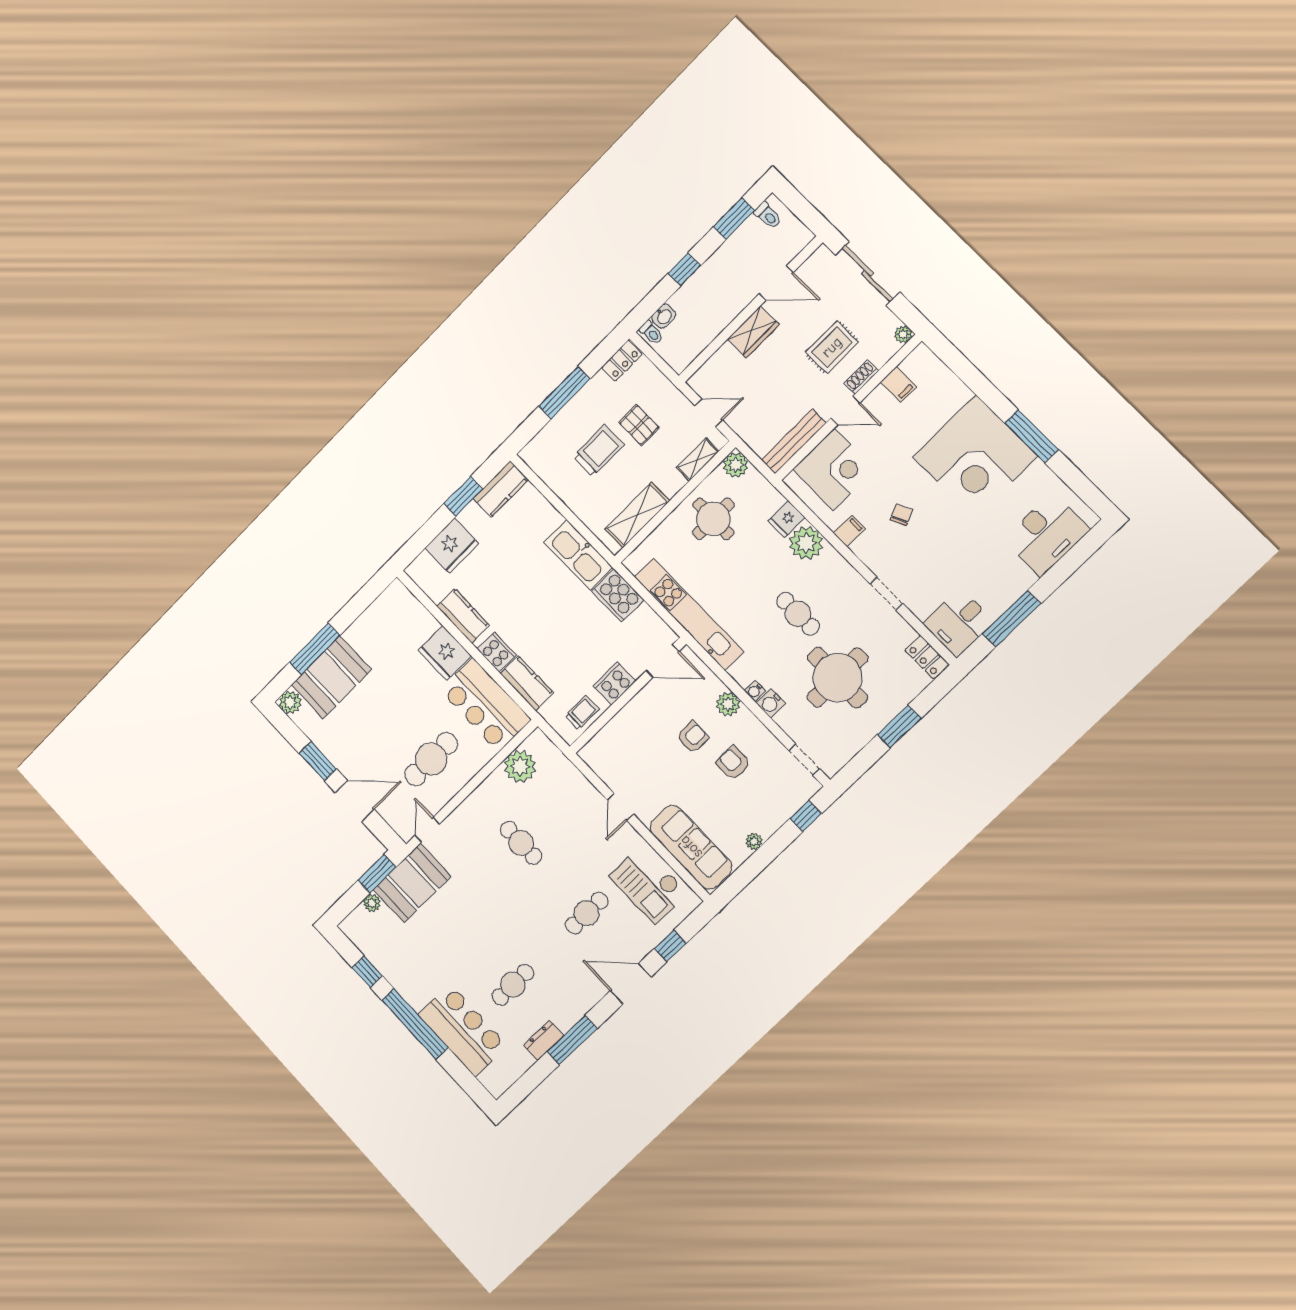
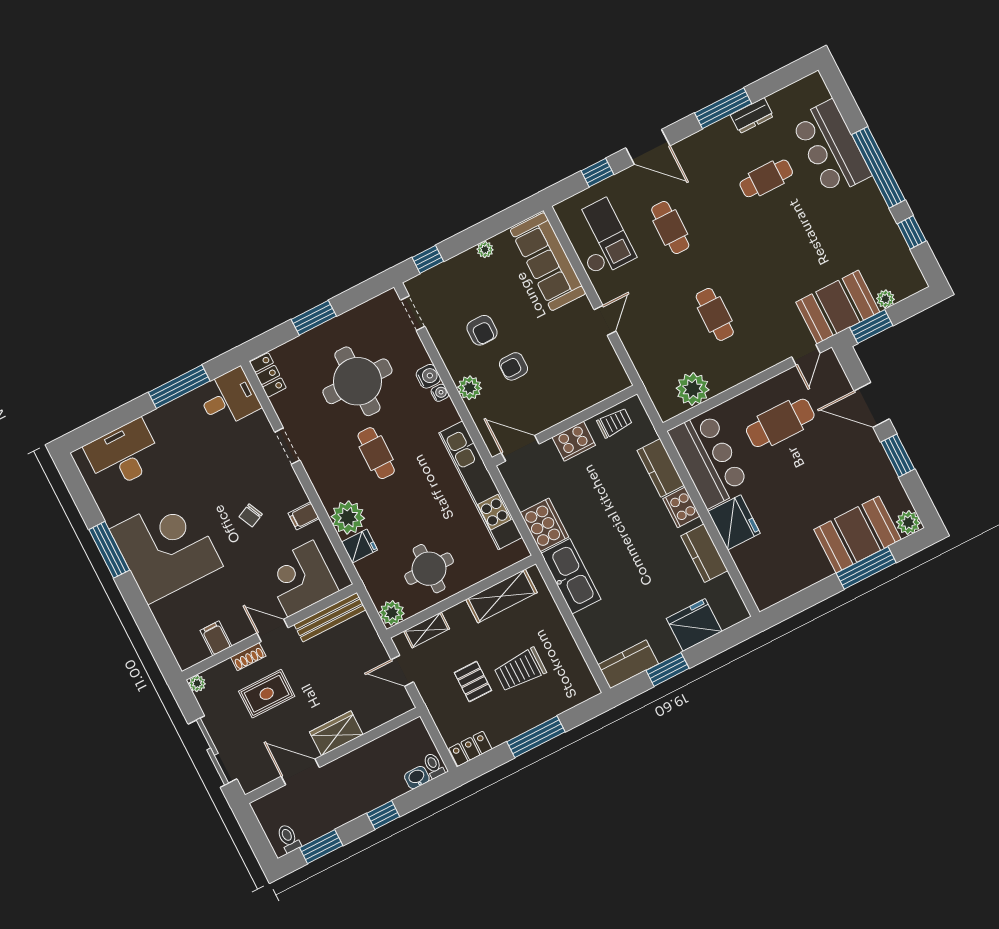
trolley: (582, 713) -> (614, 423), turned 180
cafe table: (587, 913) -> (670, 227), turned 90

